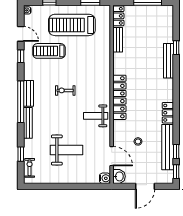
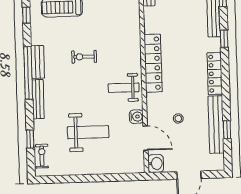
locker: (168, 113) -> (215, 74), width x1.53
window: (176, 172) -> (224, 39), moved
water cooler: (105, 178) -> (136, 117), moved

